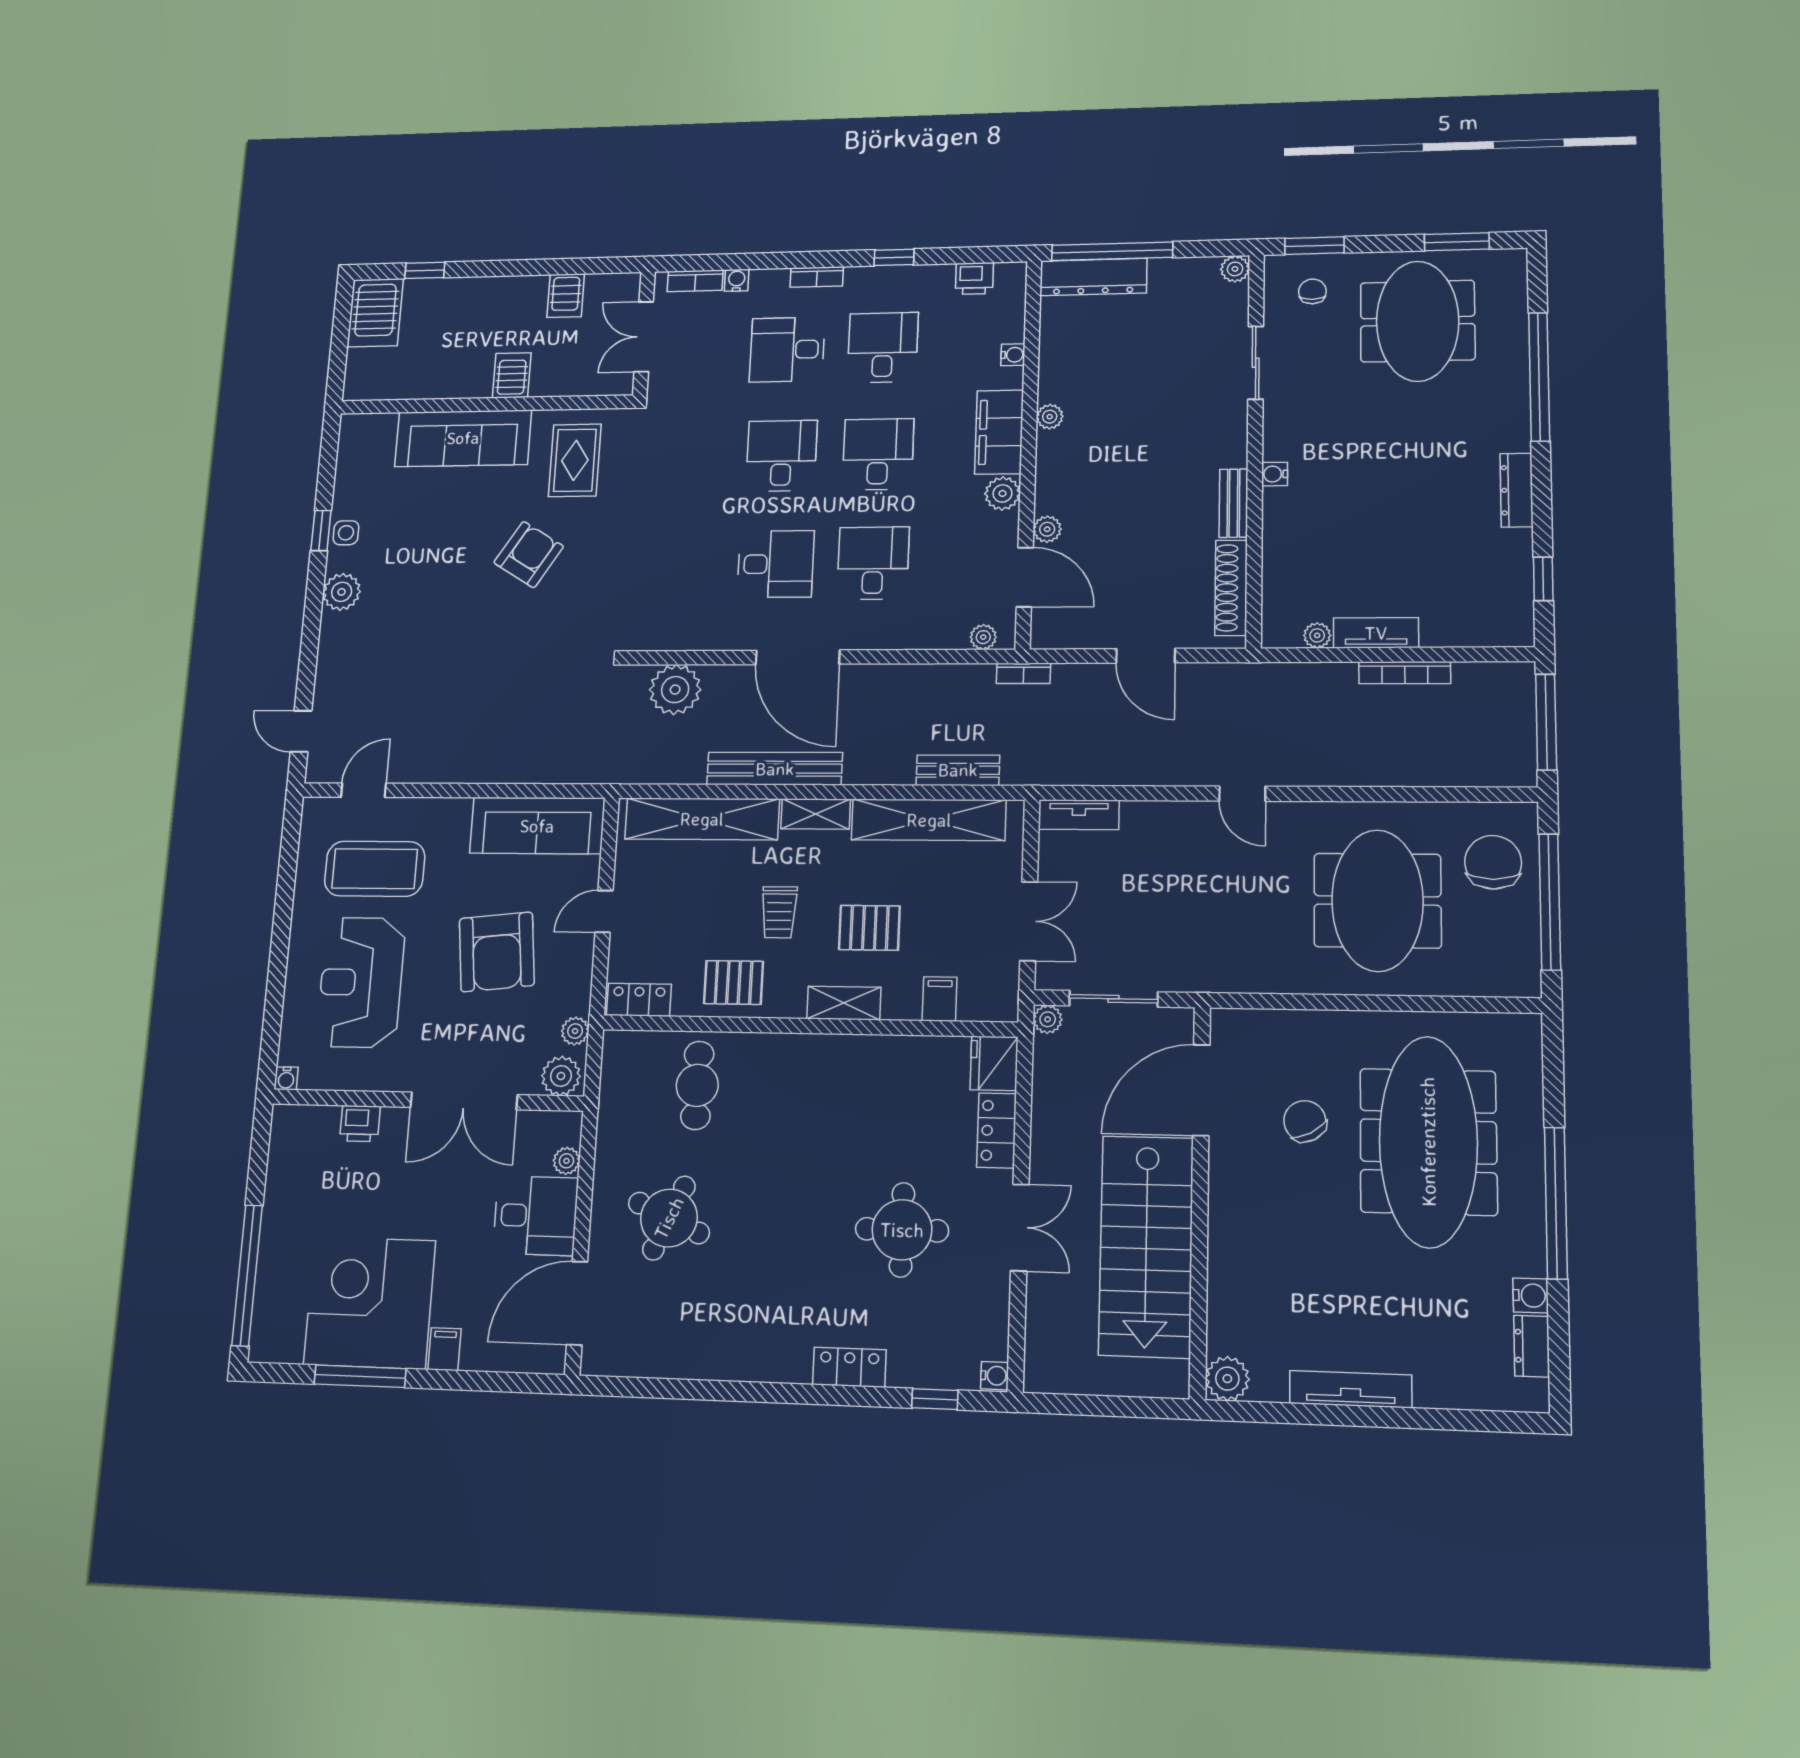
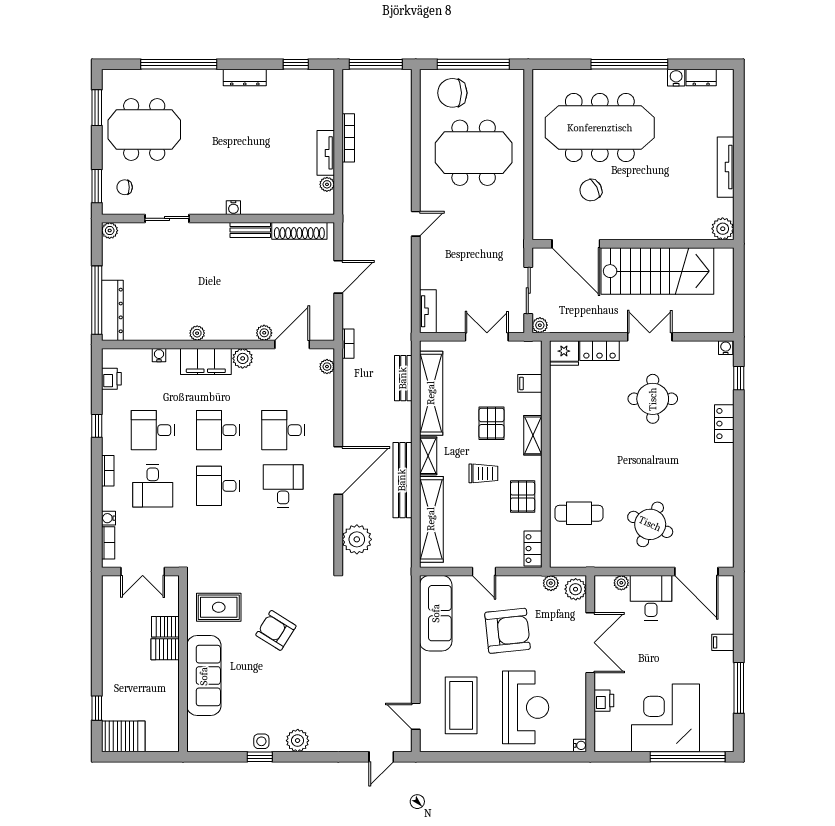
server rack: (566, 296) -> (165, 627), moved, turned 180
reception desk: (361, 982) -> (526, 707), turned -90
corner desk: (370, 1303) -> (666, 718), moved, turned 90

